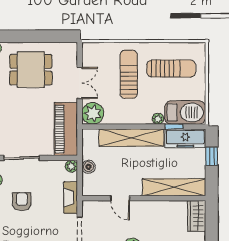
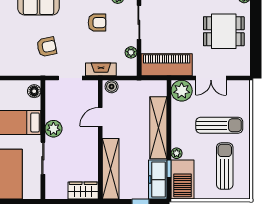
sun lounger: (171, 69) -> (225, 166), turned 180
dining table: (31, 70) -> (224, 31), turned 90
plant: (71, 166) -> (131, 52), moved
boiler: (88, 167) -> (112, 87), moved

